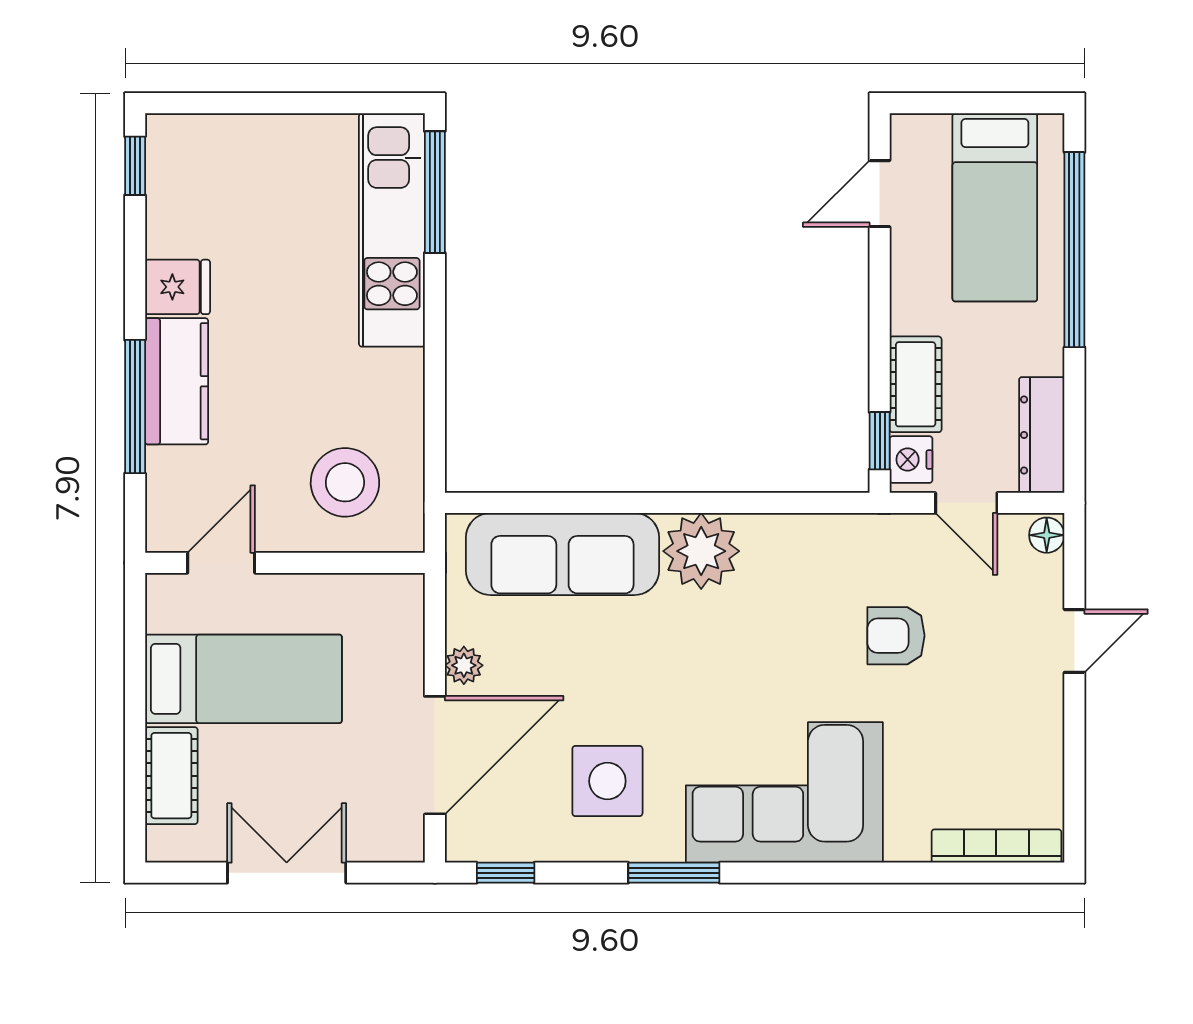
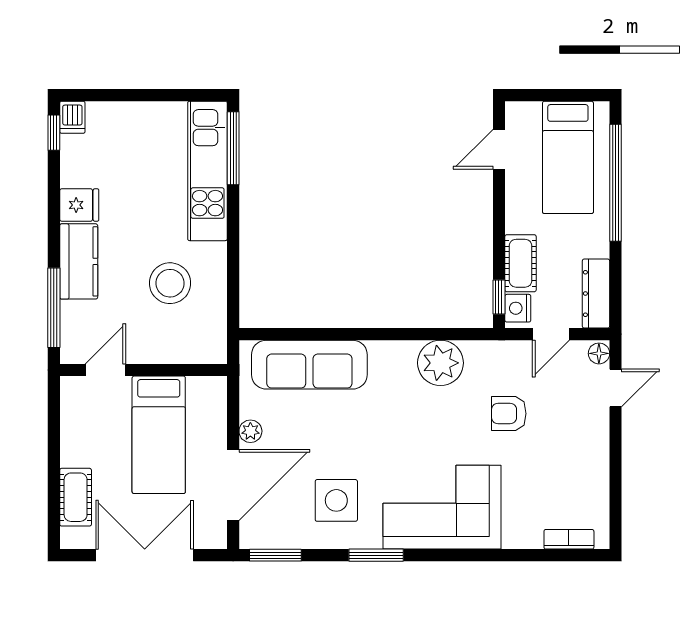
dishwasher: (166, 140) -> (72, 117), added
window: (135, 407) -> (54, 308), moved
stool: (345, 482) -> (170, 283), moved
door: (966, 503) -> (551, 334), hinge flipped
plant: (701, 551) -> (440, 363), moved
door: (1074, 641) -> (615, 388), moved
bed: (243, 679) -> (159, 435), moved, turned 90
bookcase: (996, 846) -> (569, 539), width x0.64
double door: (287, 873) -> (145, 555), width x1.37
window: (506, 873) -> (275, 555), width x1.50

